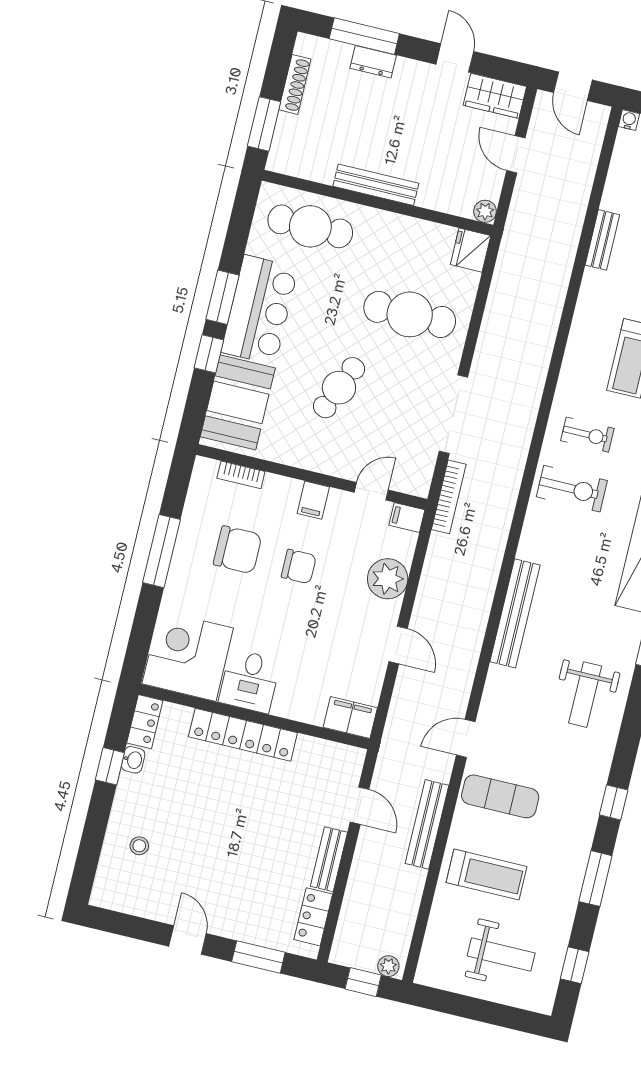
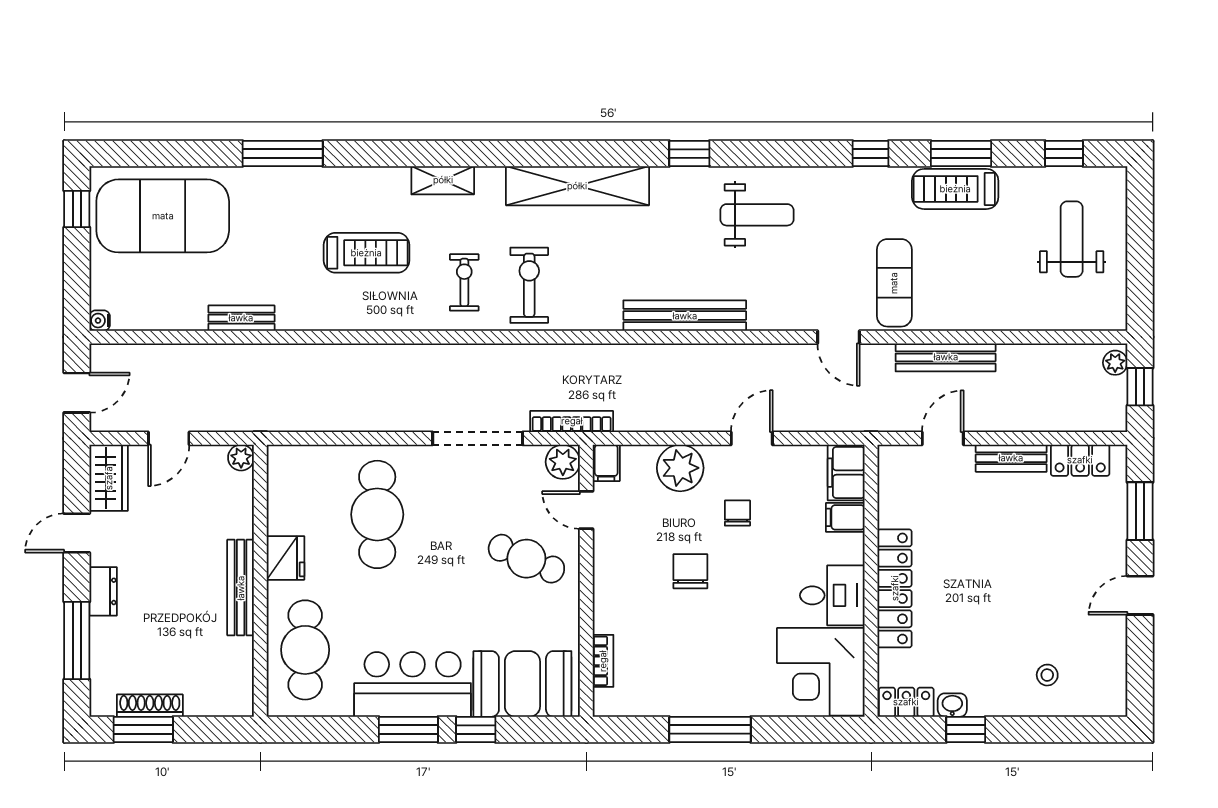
dresser: (373, 62) -> (103, 591), moved
window: (264, 124) -> (143, 729), moved
fridge: (471, 250) -> (285, 558), moved, turned -90
cafe table: (339, 388) -> (526, 559), moved
plant: (417, 481) -> (563, 462), added
filing cabinet: (313, 500) -> (845, 517), moved, turned 180
chair: (238, 550) -> (737, 513), moved, width x0.54, depth x0.54
treadmill: (487, 875) -> (955, 189), moved, turned -90

